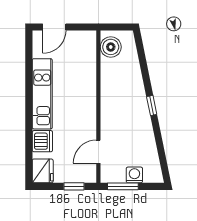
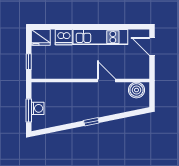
door: (98, 152) -> (106, 80), moved
window: (123, 186) -> (29, 111), moved

